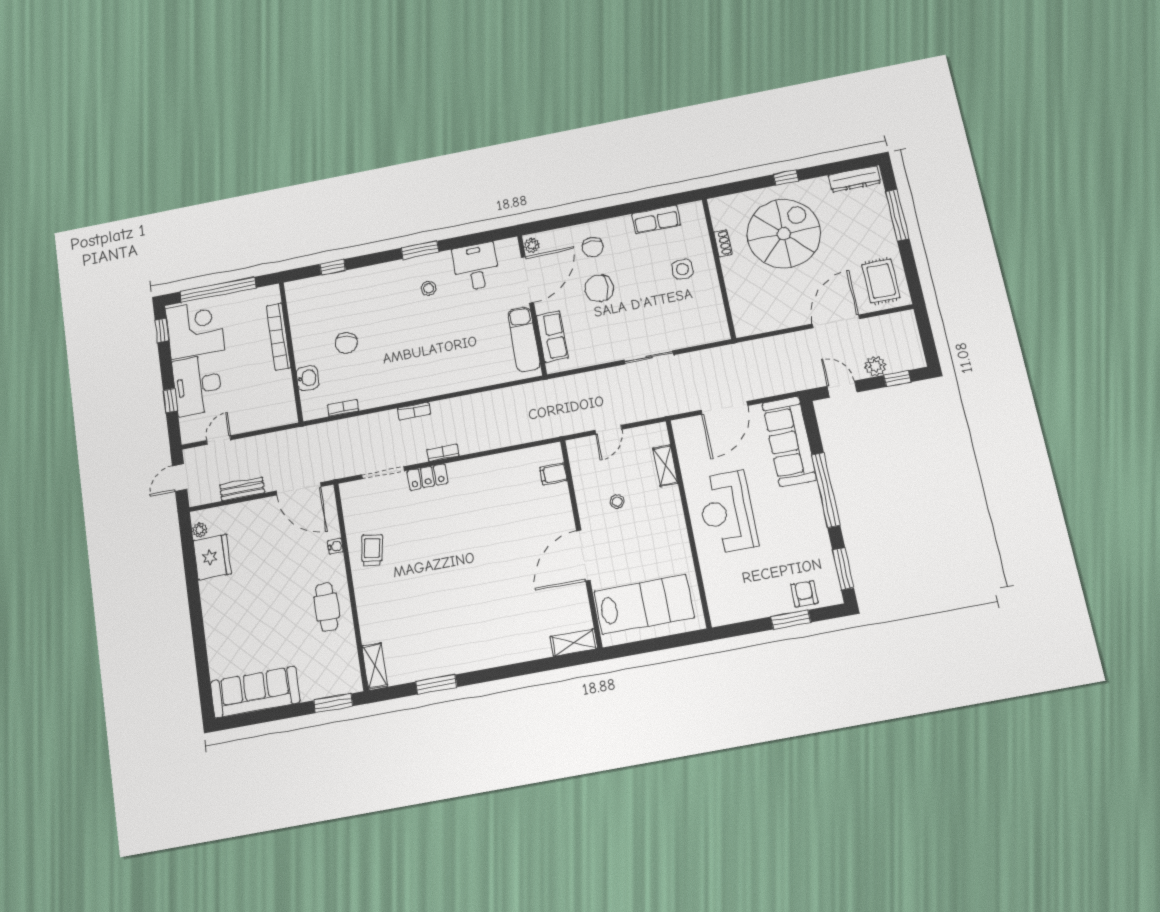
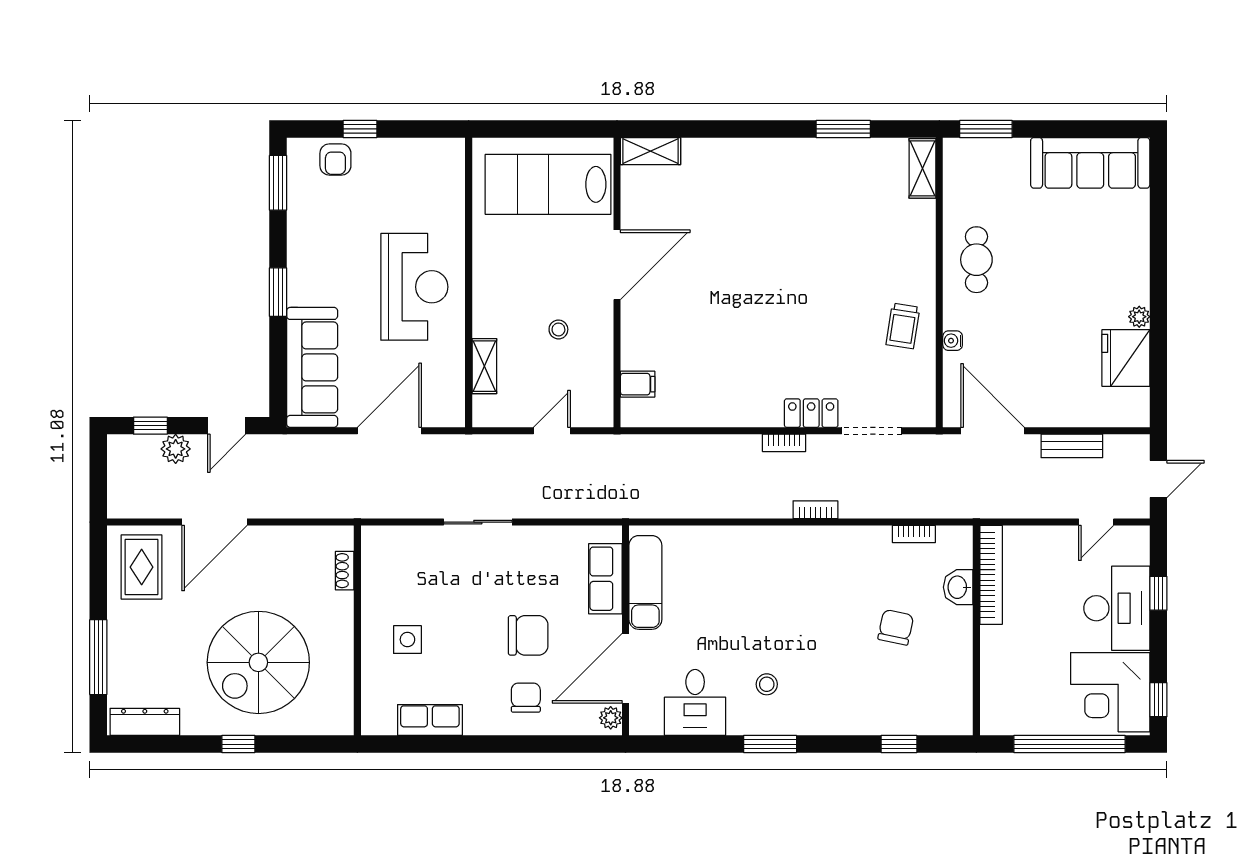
shoe rack: (723, 243) -> (345, 571), moved
bookcase: (279, 337) -> (991, 575), moved
door: (842, 389) -> (227, 426), hinge flipped
window: (826, 490) -> (278, 292), width x0.47
plant: (200, 530) -> (1139, 317), moved
window: (791, 620) -> (360, 129), width x0.67

